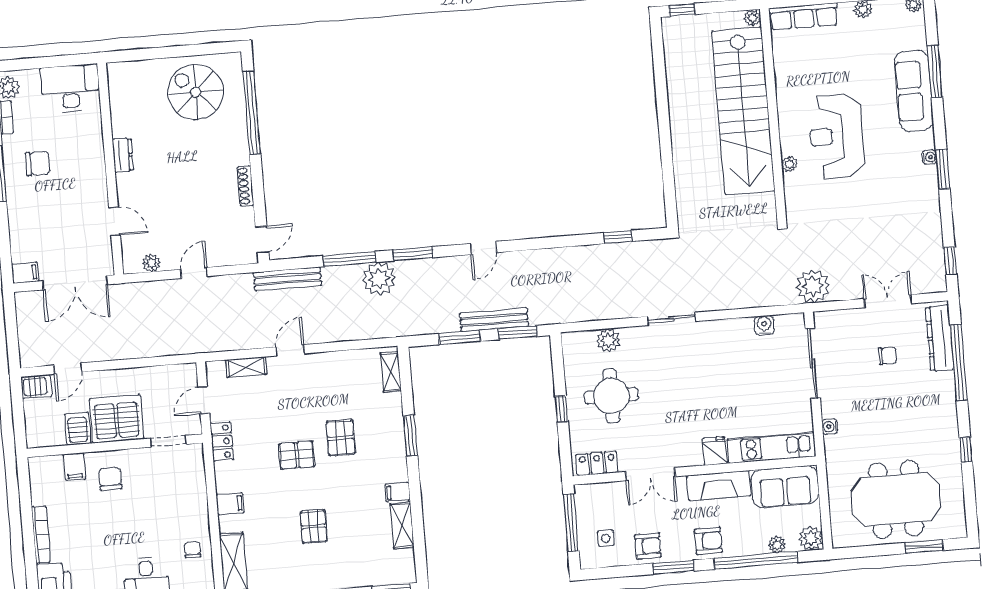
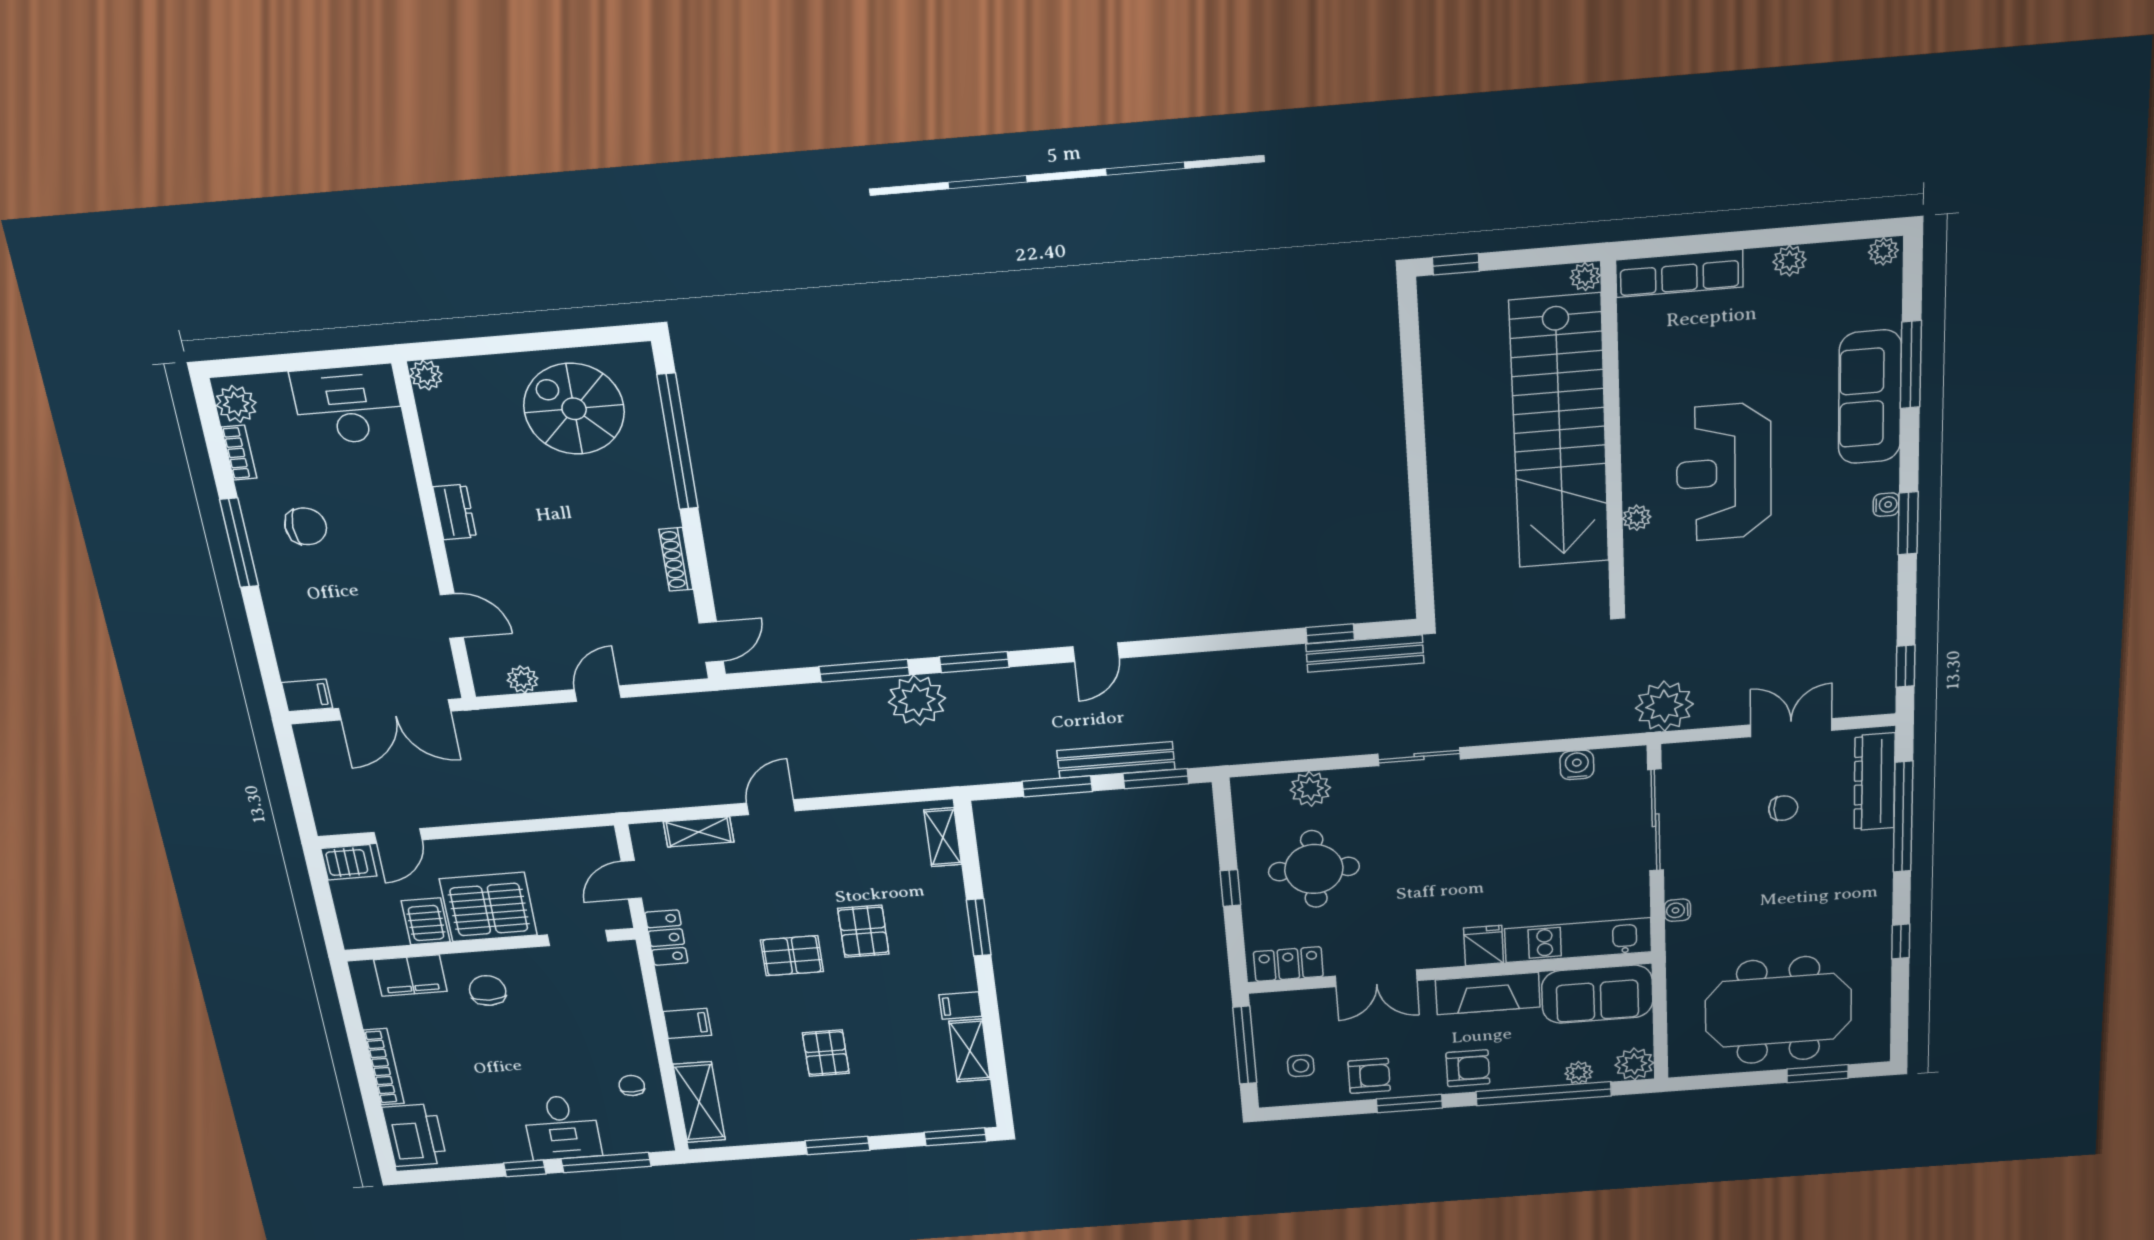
plant: (115, 71) -> (426, 375), added
bench: (287, 279) -> (1365, 654), moved
filing cabinet: (74, 467) -> (410, 976), width x2.00

